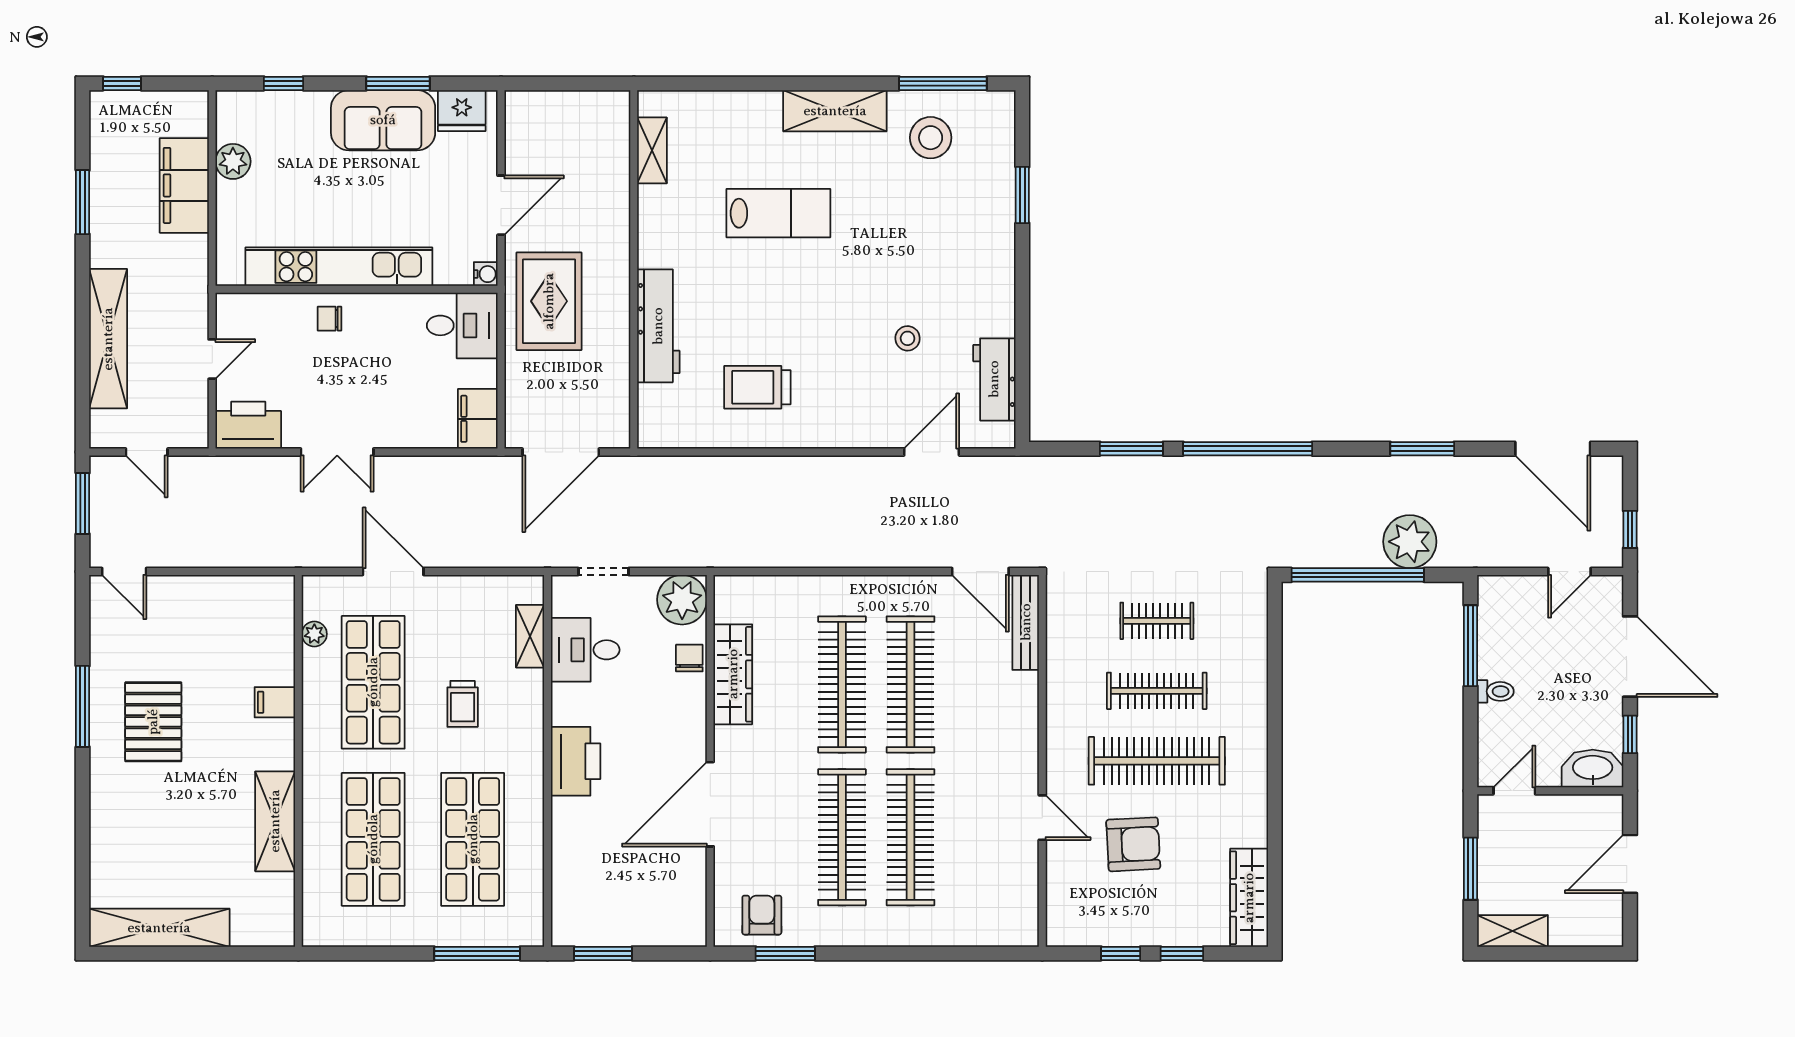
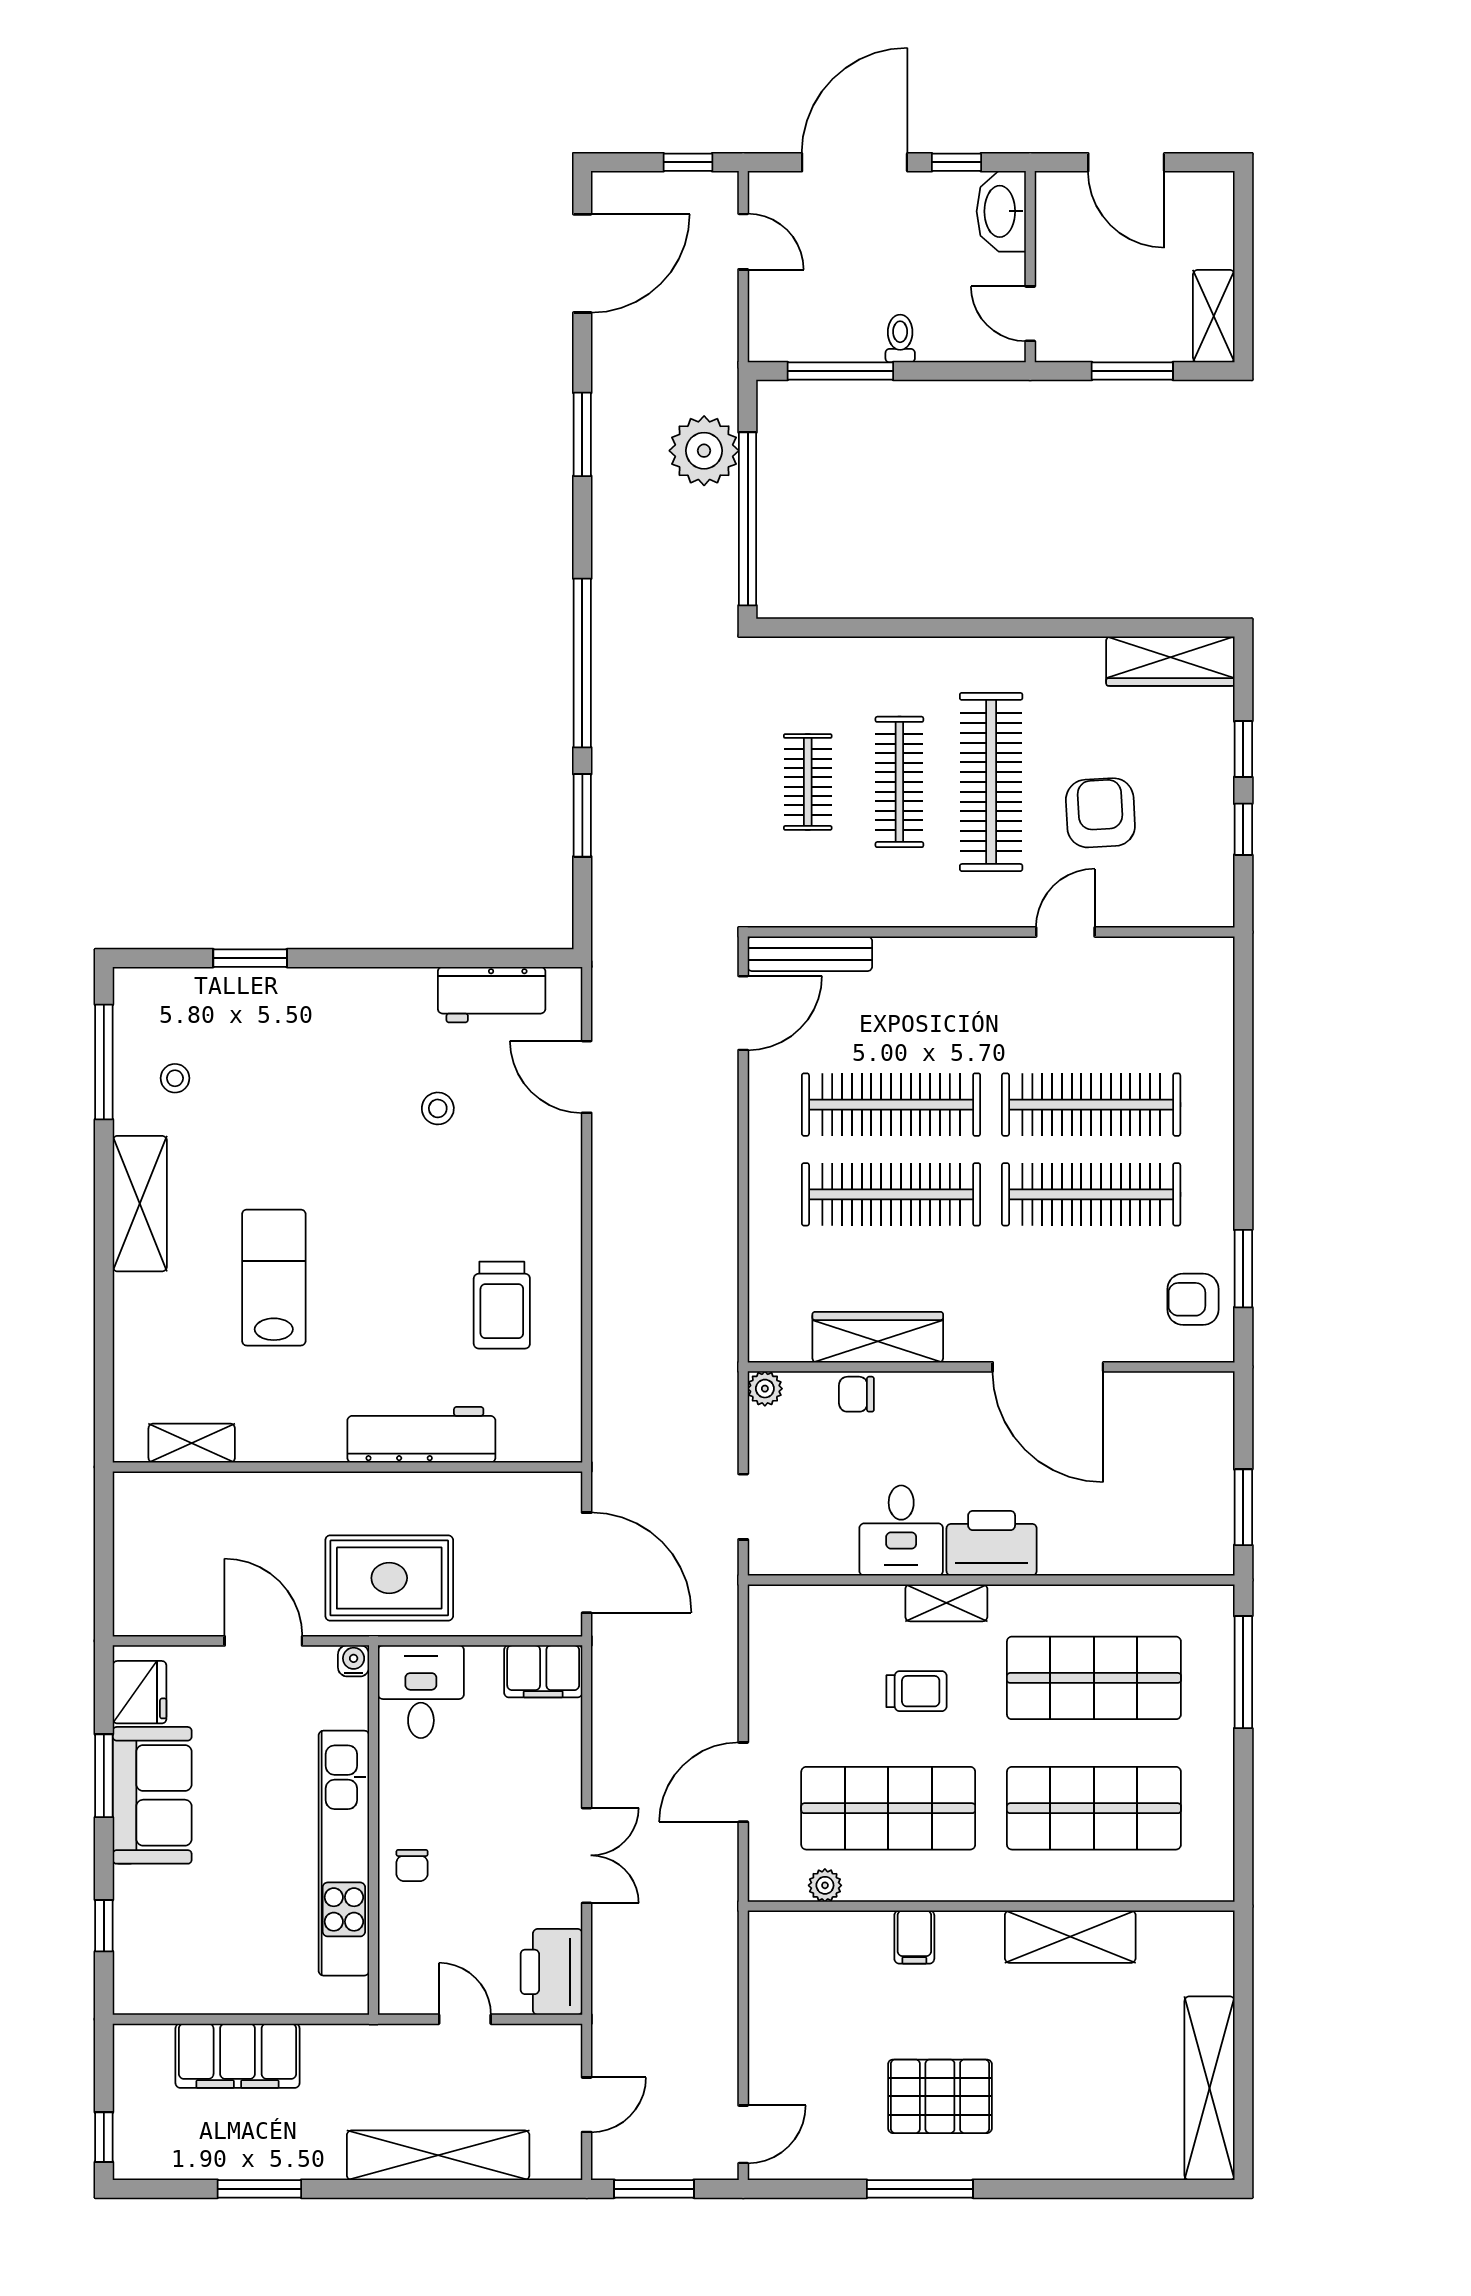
stool: (931, 138) -> (175, 1078), width x0.53, depth x0.53
plant: (233, 161) -> (206, 1992), removed
plant: (682, 600) -> (765, 1389), width x0.53, depth x0.53
shelving: (530, 636) -> (946, 1603), moved
desk: (585, 650) -> (901, 1531), moved

